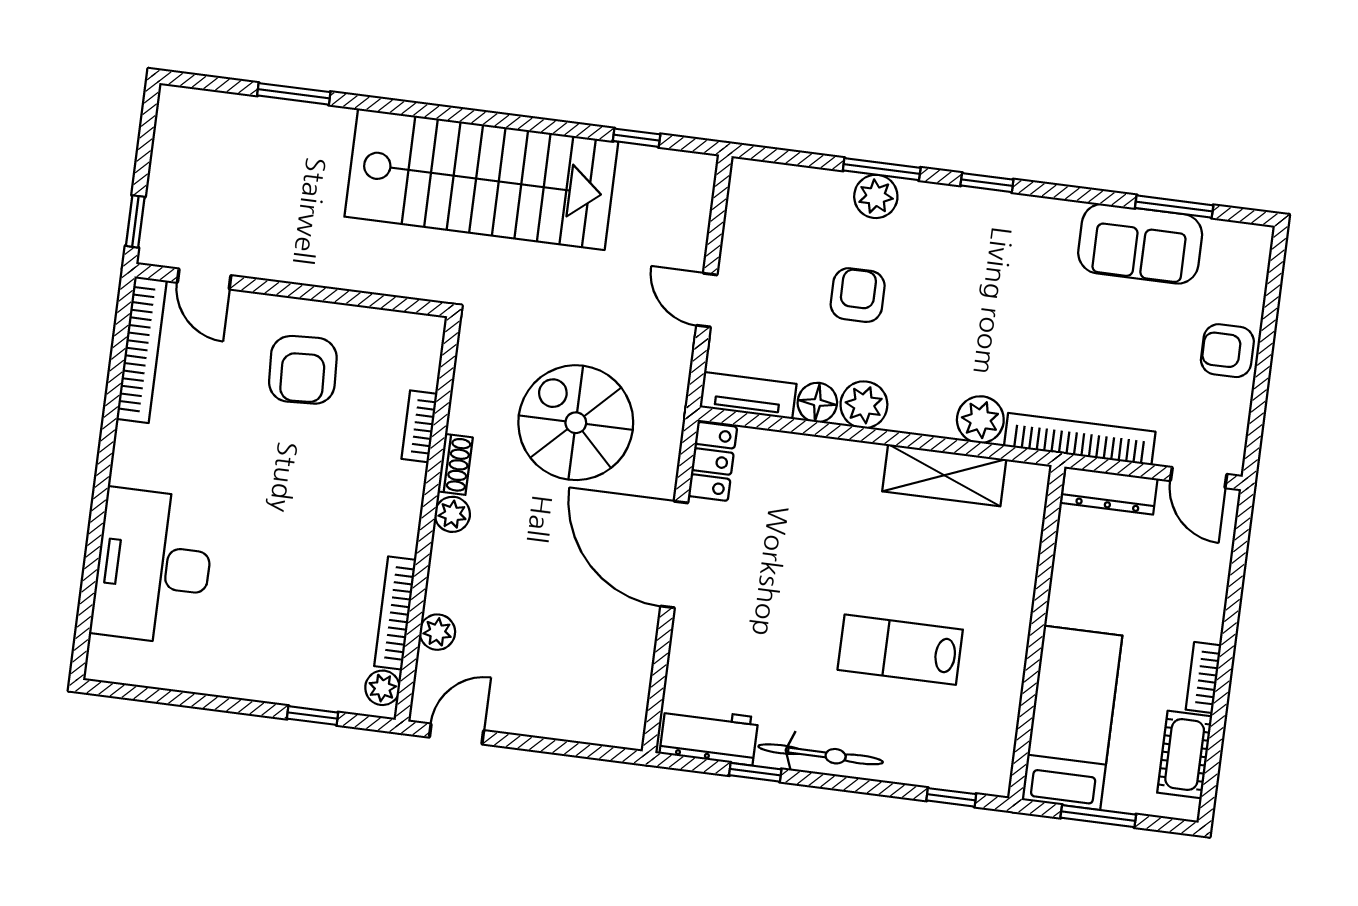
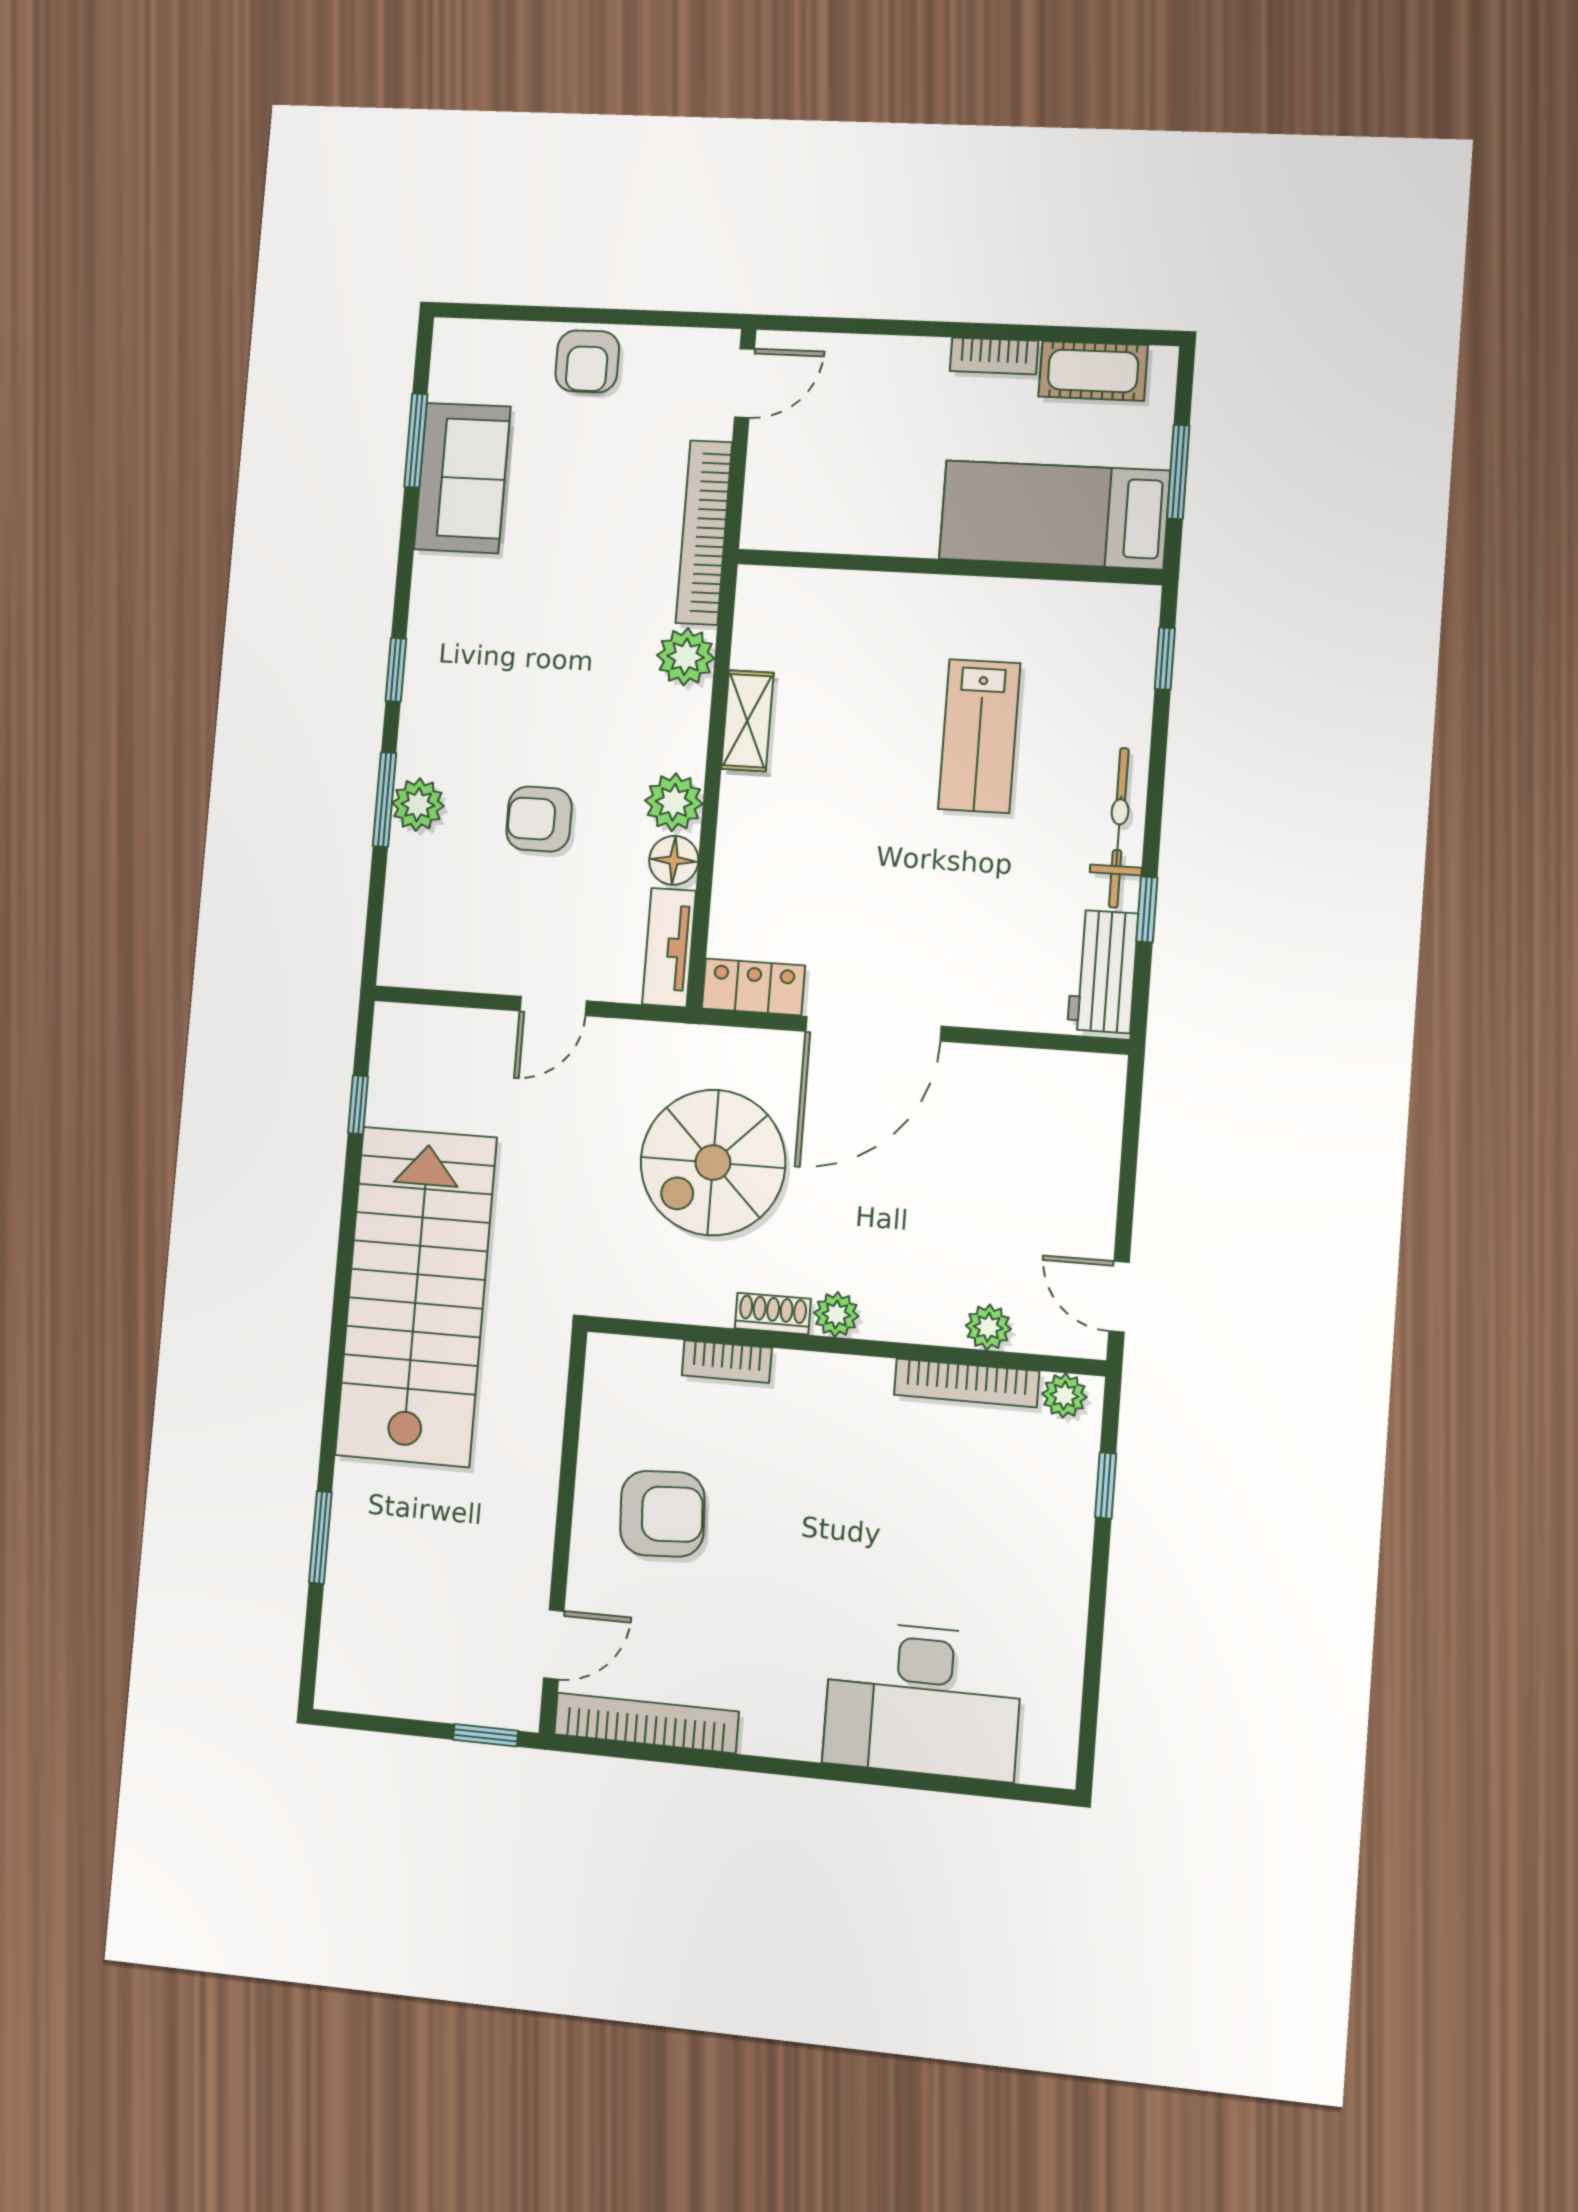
shelving: (944, 475) -> (747, 721), width x0.67, depth x0.75
dresser: (1109, 491) -> (766, 491), removed

